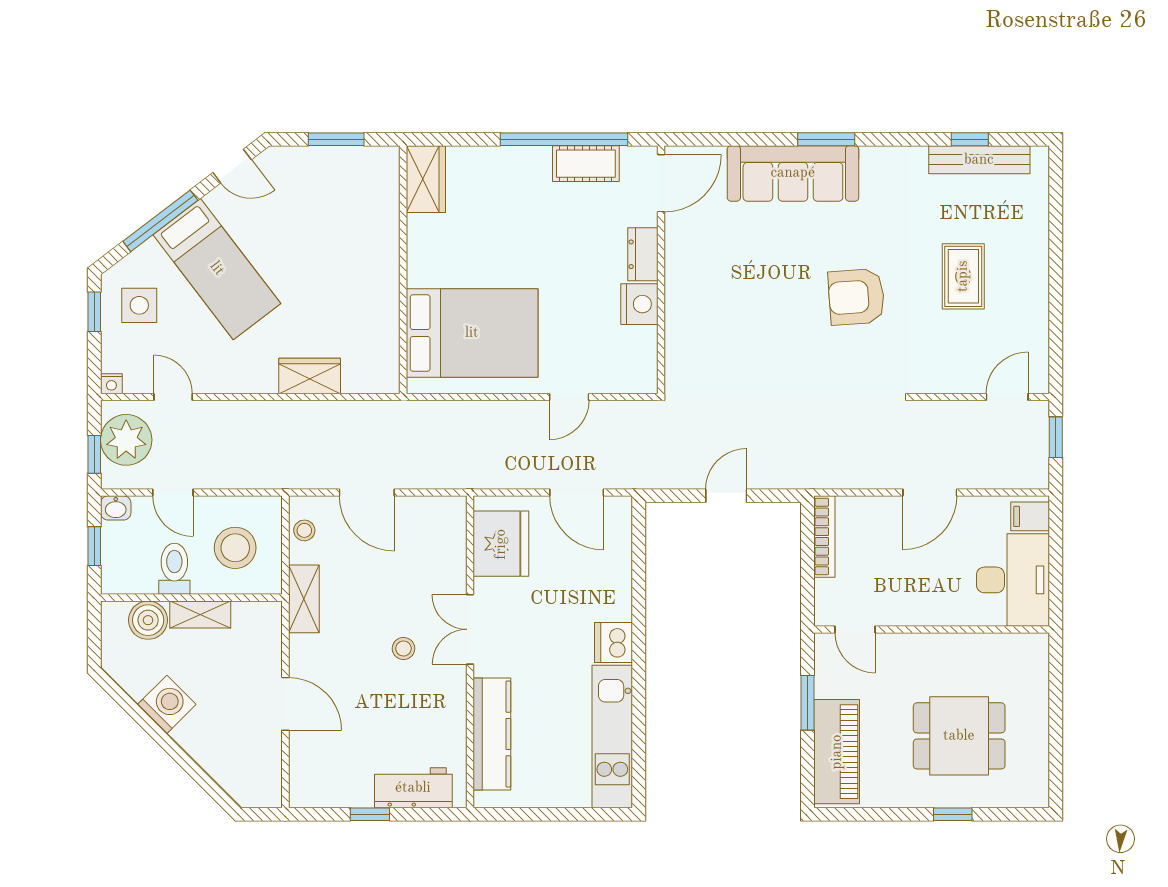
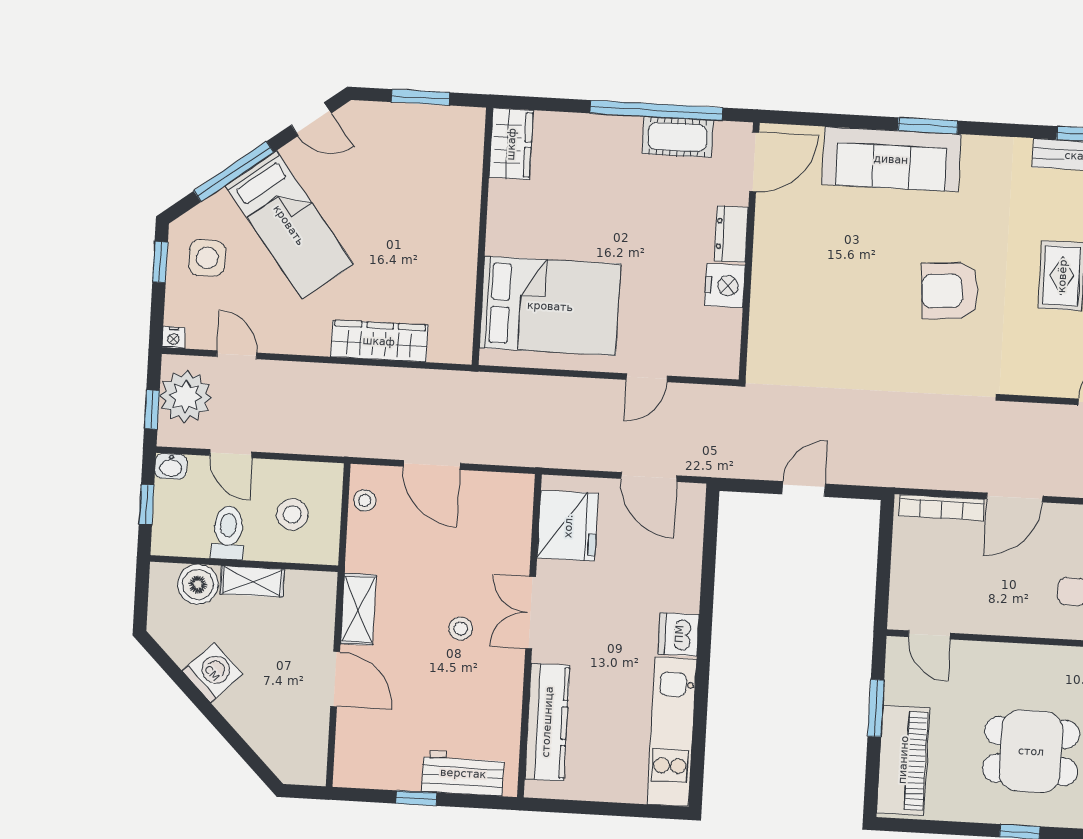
wardrobe: (310, 376) -> (379, 341), width x1.50
bookcase: (824, 537) -> (942, 508), moved, turned 90
stool: (235, 548) -> (292, 514), width x0.73, depth x0.73
shelving: (304, 599) -> (358, 609), moved

